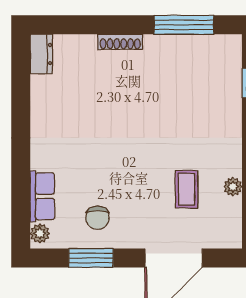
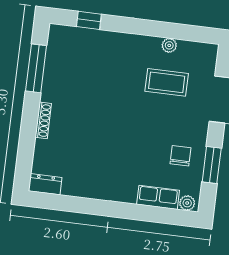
coffee table: (187, 189) -> (167, 82), width x1.36, depth x1.30
chair: (97, 218) -> (180, 156), turned -90

